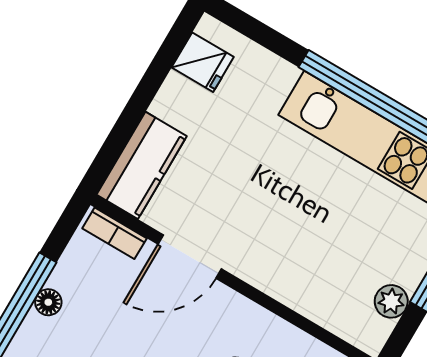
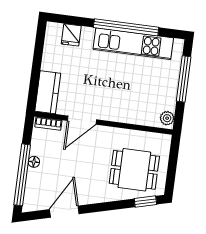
fridge: (203, 62) -> (71, 35), moved, turned 90
plant: (391, 301) -> (167, 118), moved

